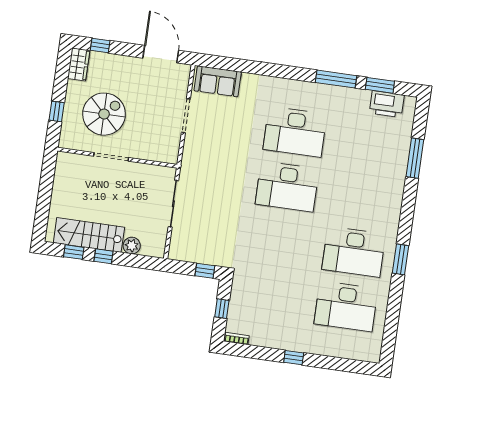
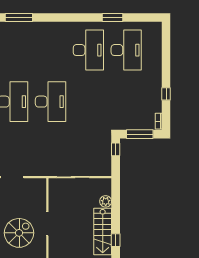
spiral stairs: (104, 114) -> (19, 233), turned 90
window: (103, 256) -> (116, 219), removed
window: (401, 259) -> (113, 18), moved
window: (222, 309) -> (140, 134), width x2.17
window: (294, 358) -> (166, 94), moved

